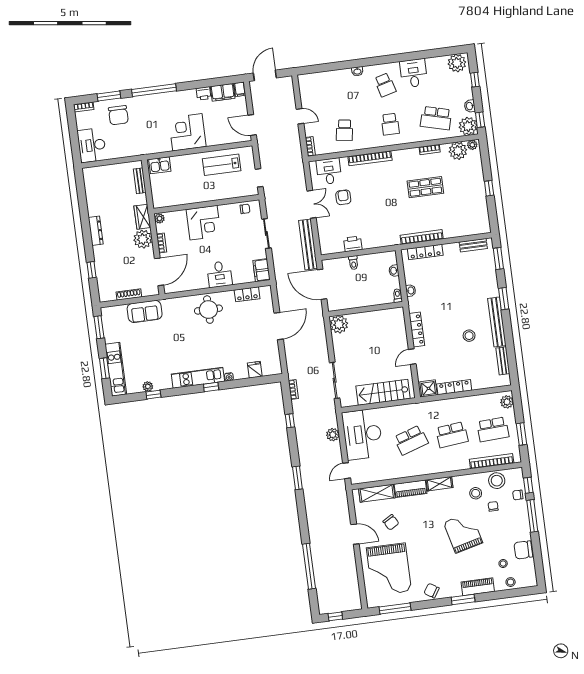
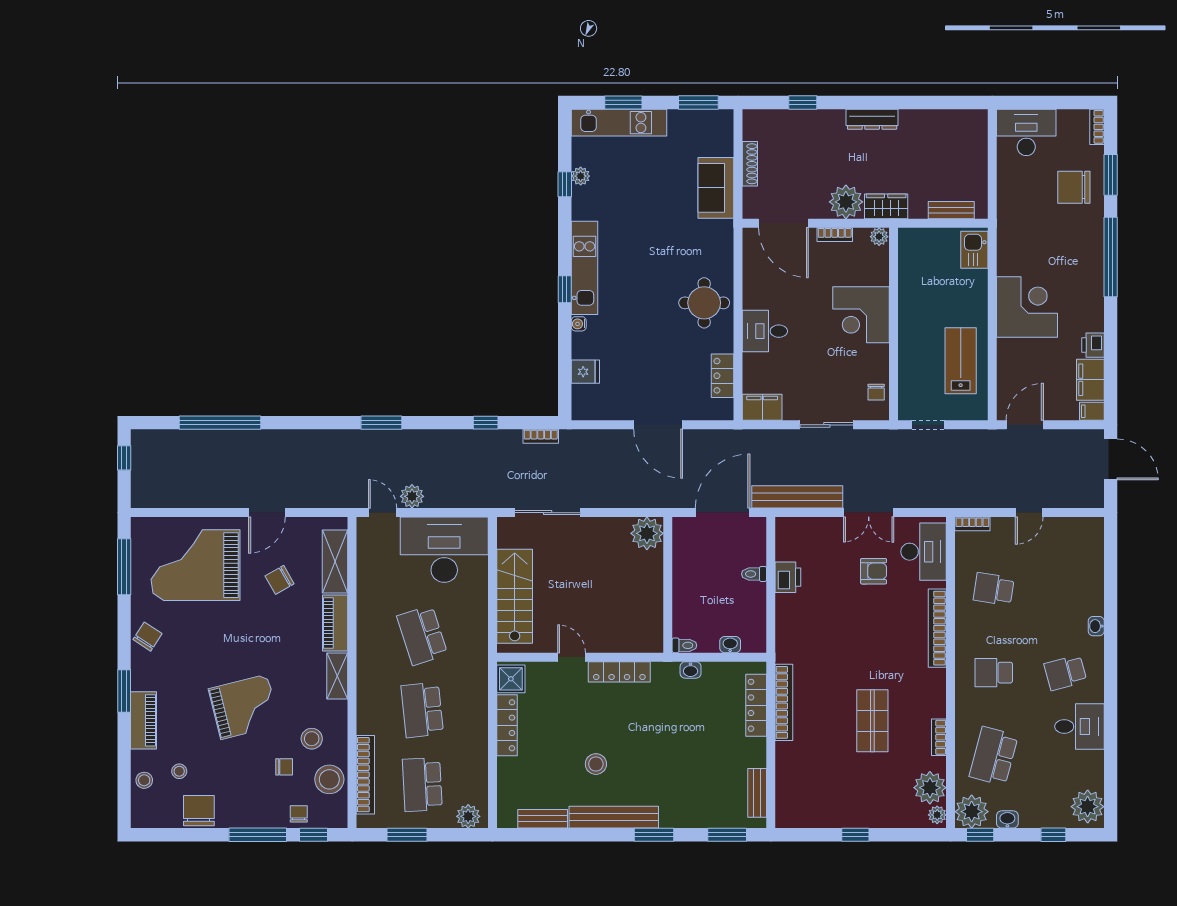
desk: (329, 171) -> (924, 552), width x1.37
plant: (333, 435) -> (412, 496), moved

